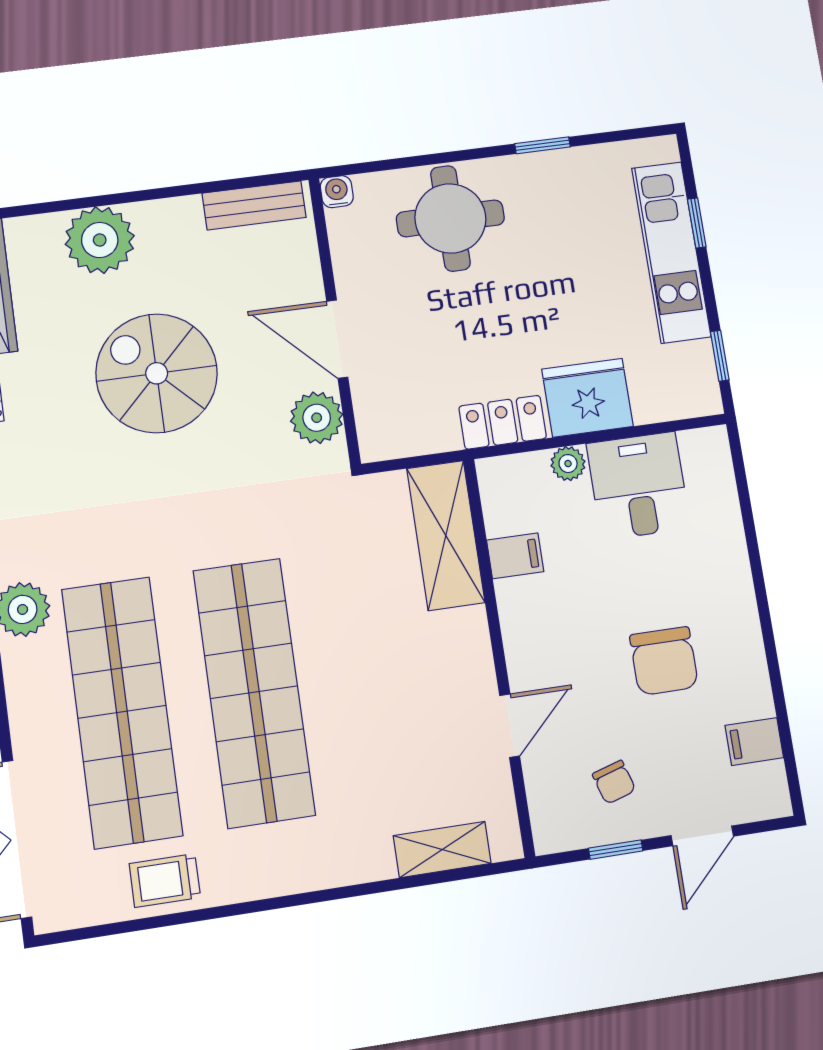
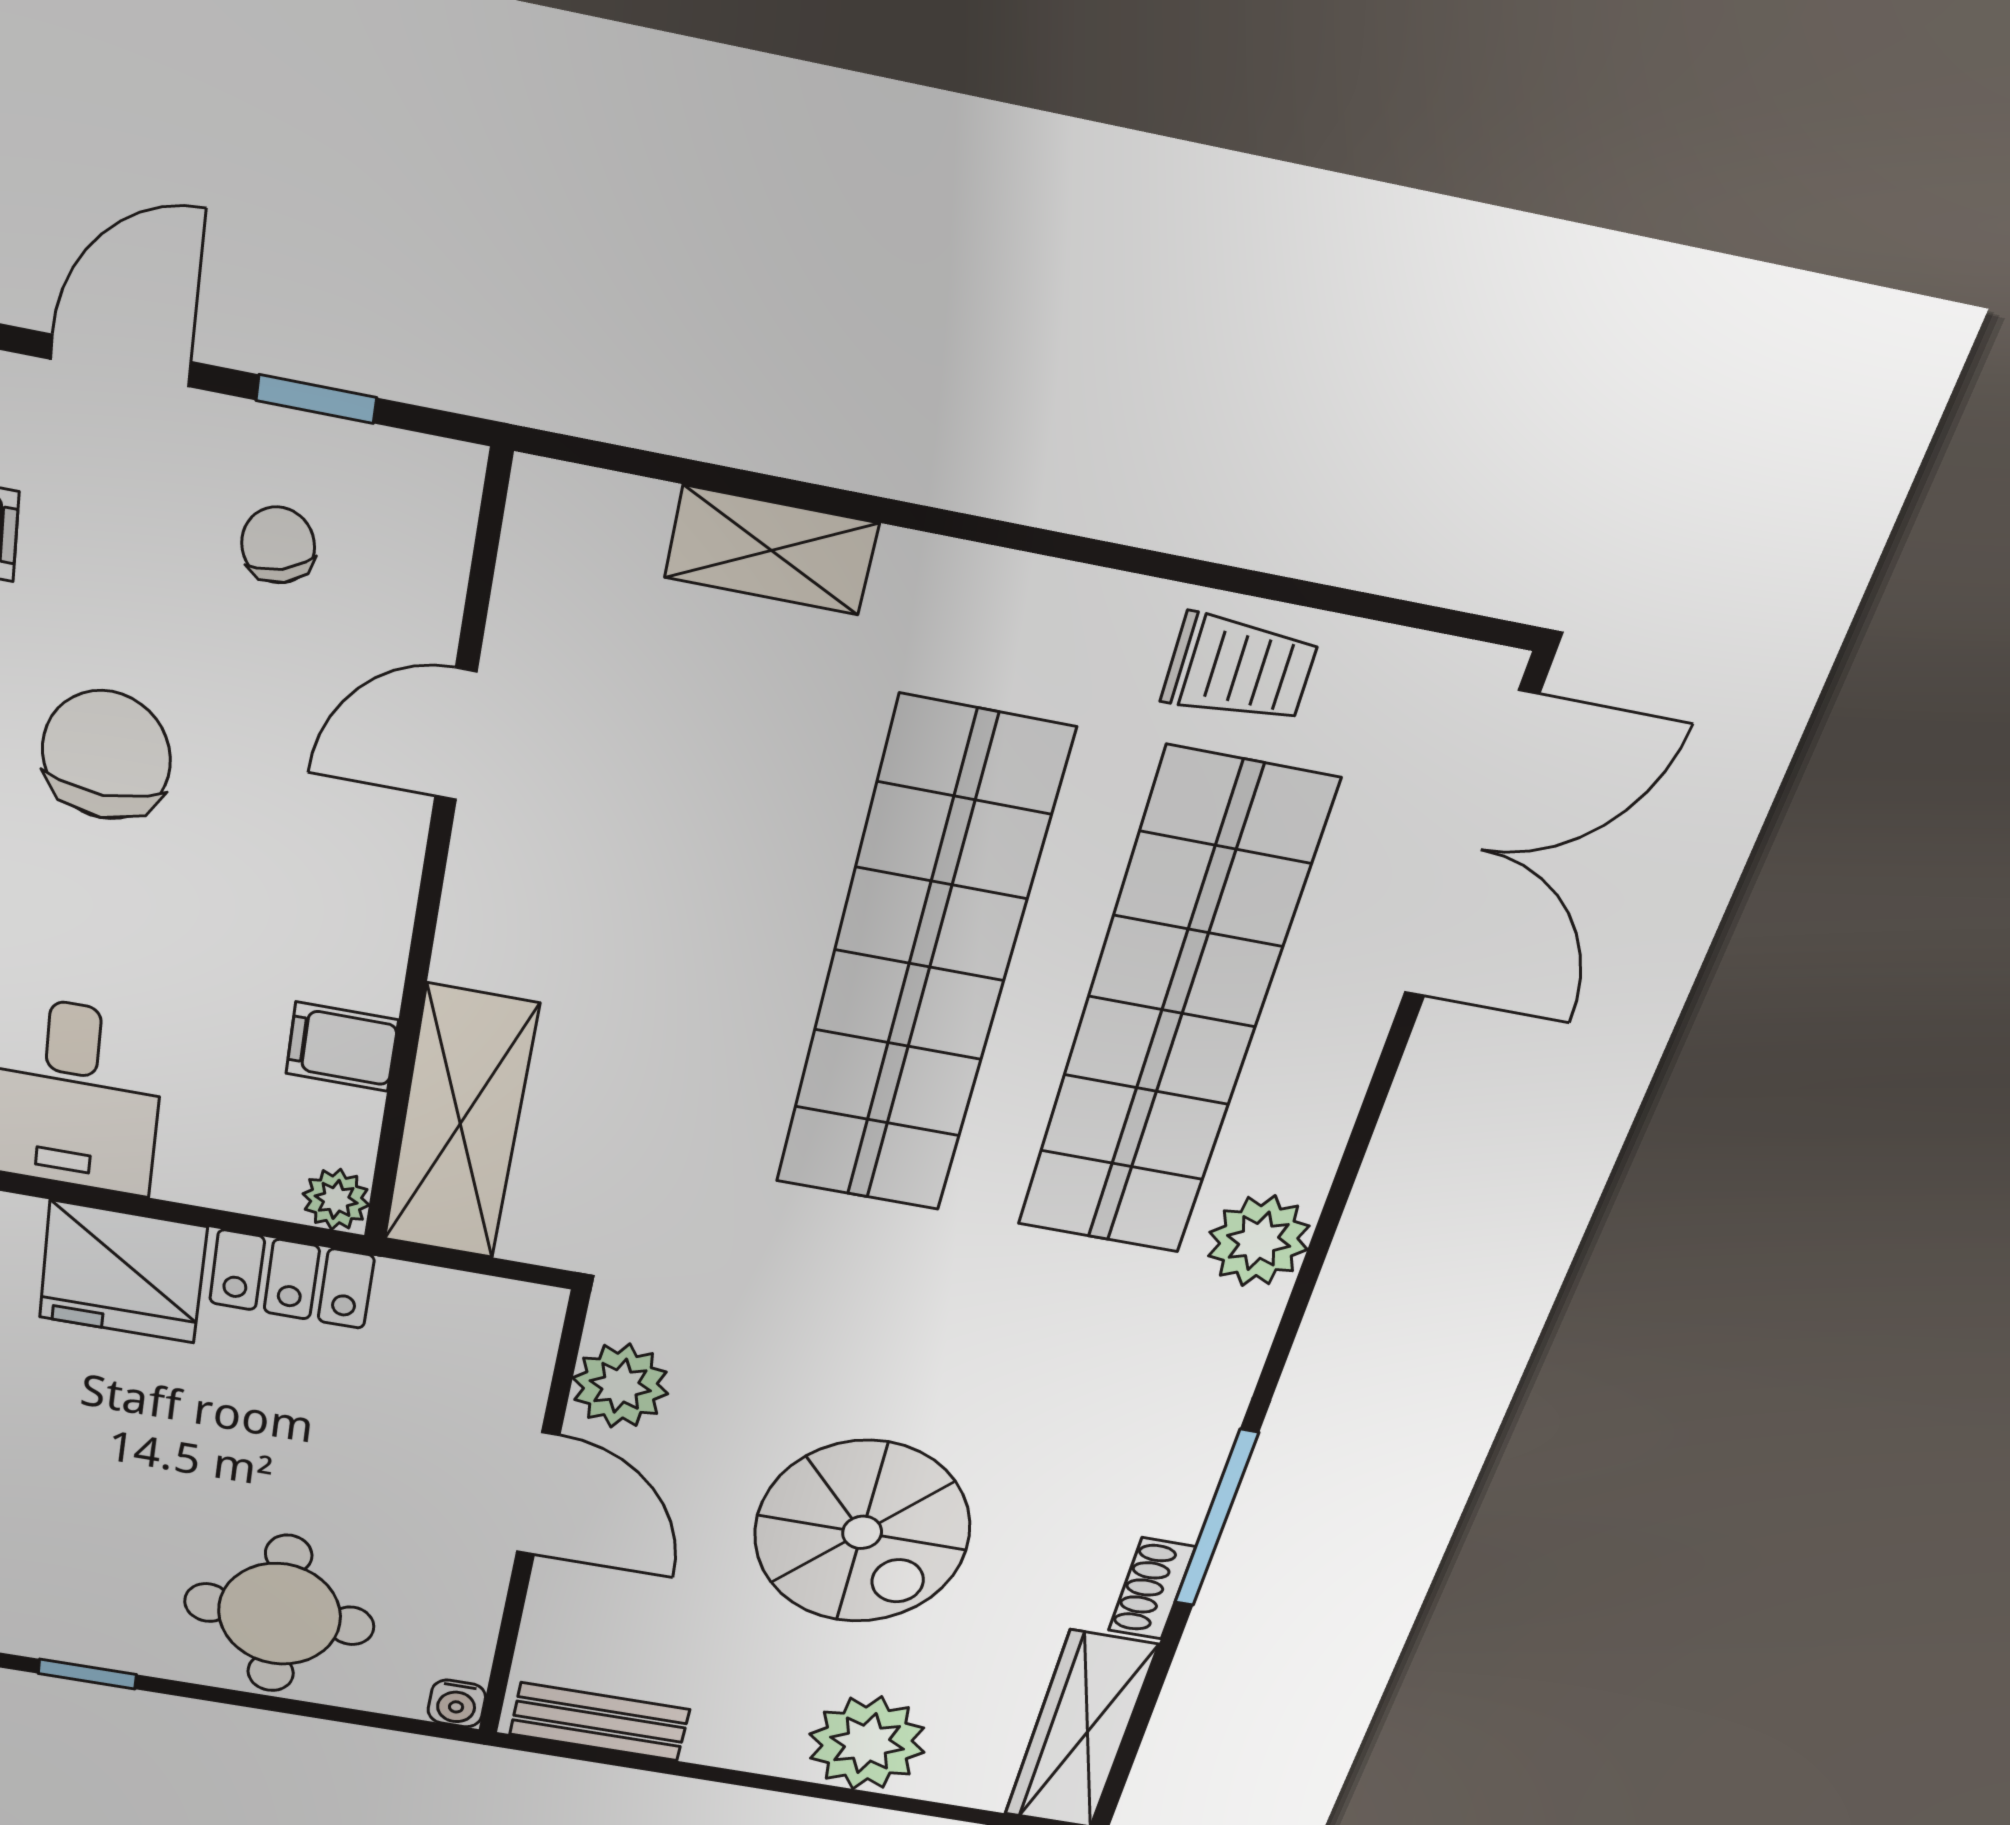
plant: (568, 464) -> (336, 1199), moved
shelving: (442, 850) -> (771, 550), moved

